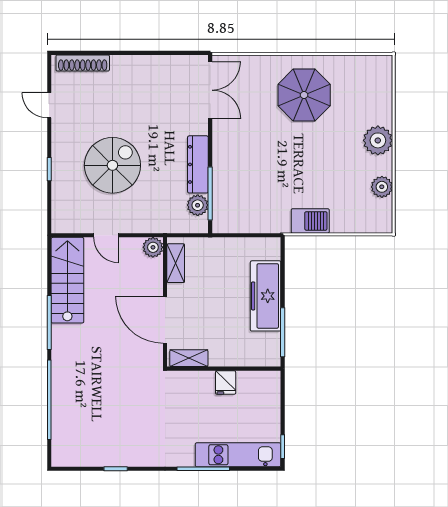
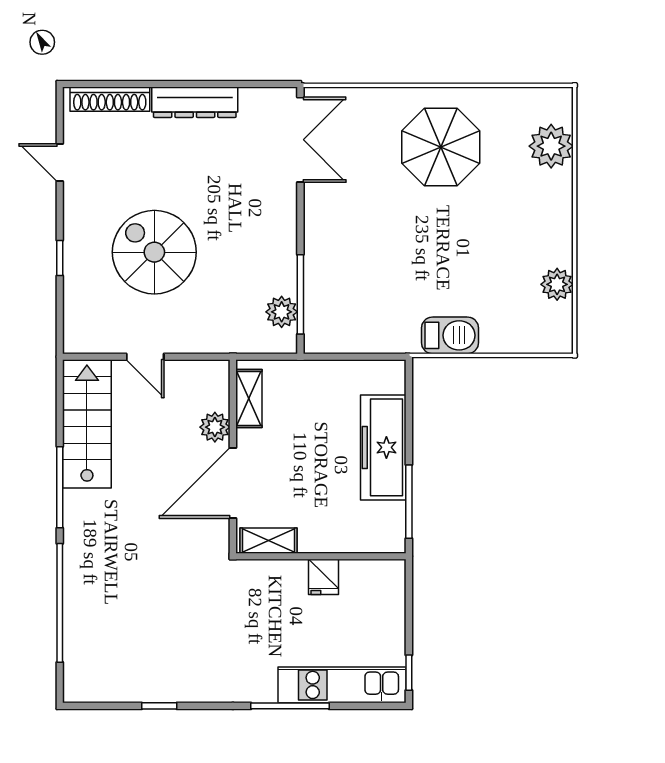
plant: (378, 140) -> (551, 146), moved
dresser: (198, 164) -> (195, 102), moved, turned -90
spiral stairs: (112, 165) -> (154, 252), turned -90
plant: (153, 247) -> (215, 427), moved
door: (165, 320) -> (233, 483), hinge flipped

